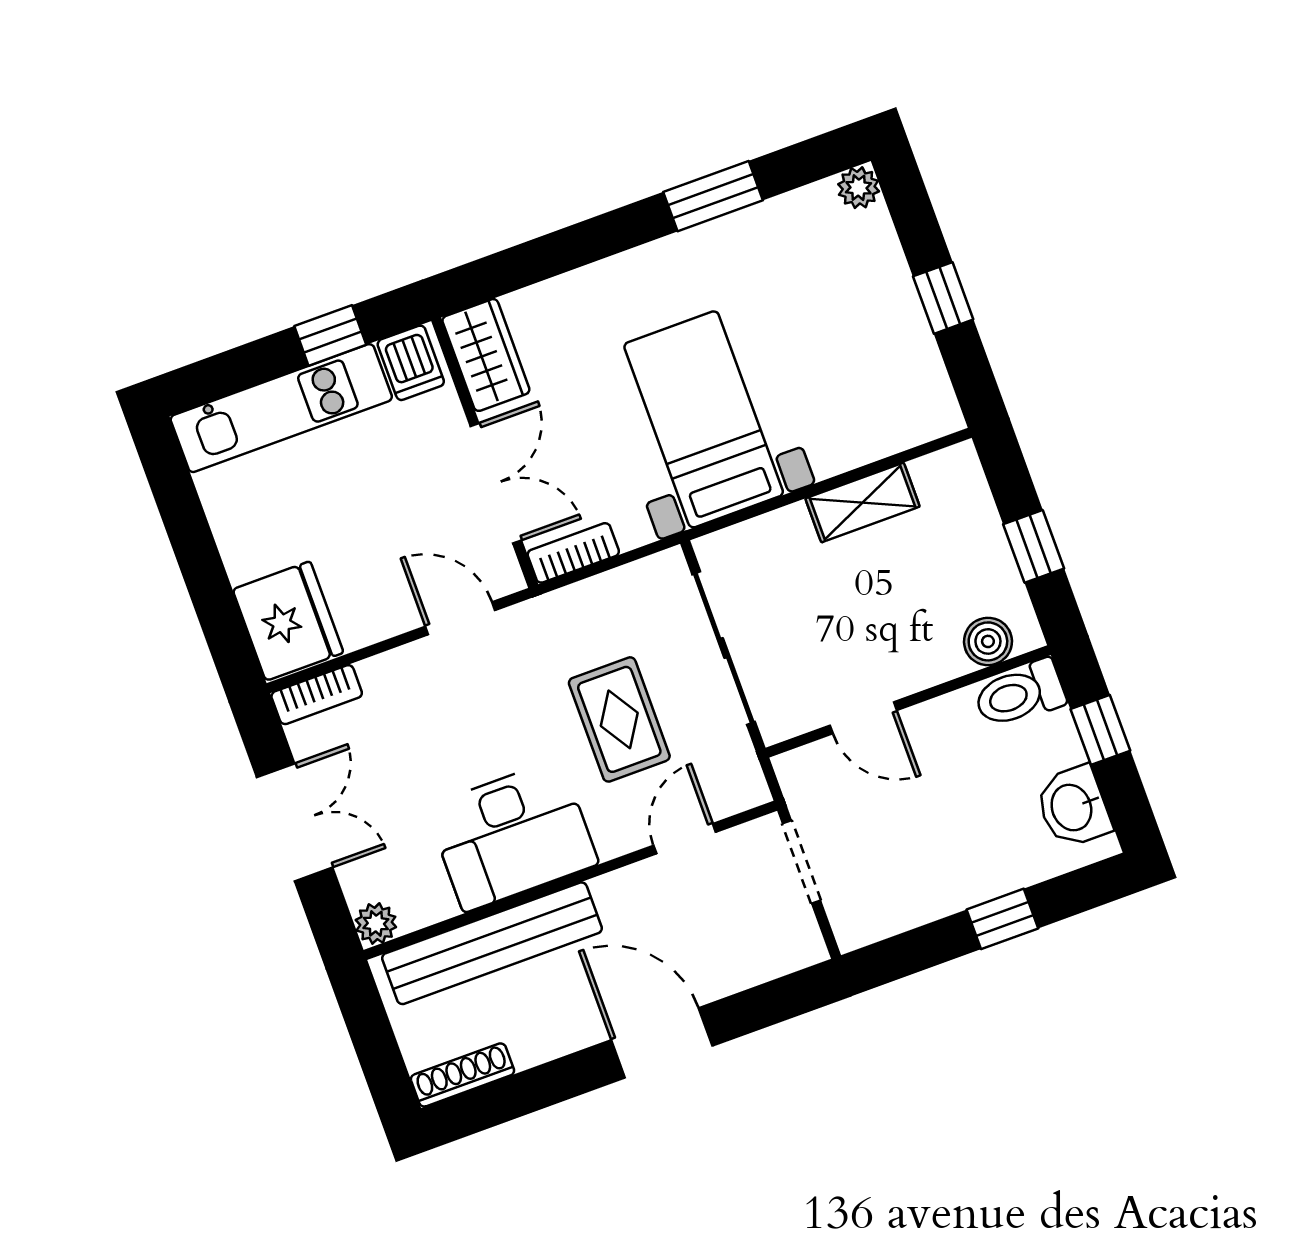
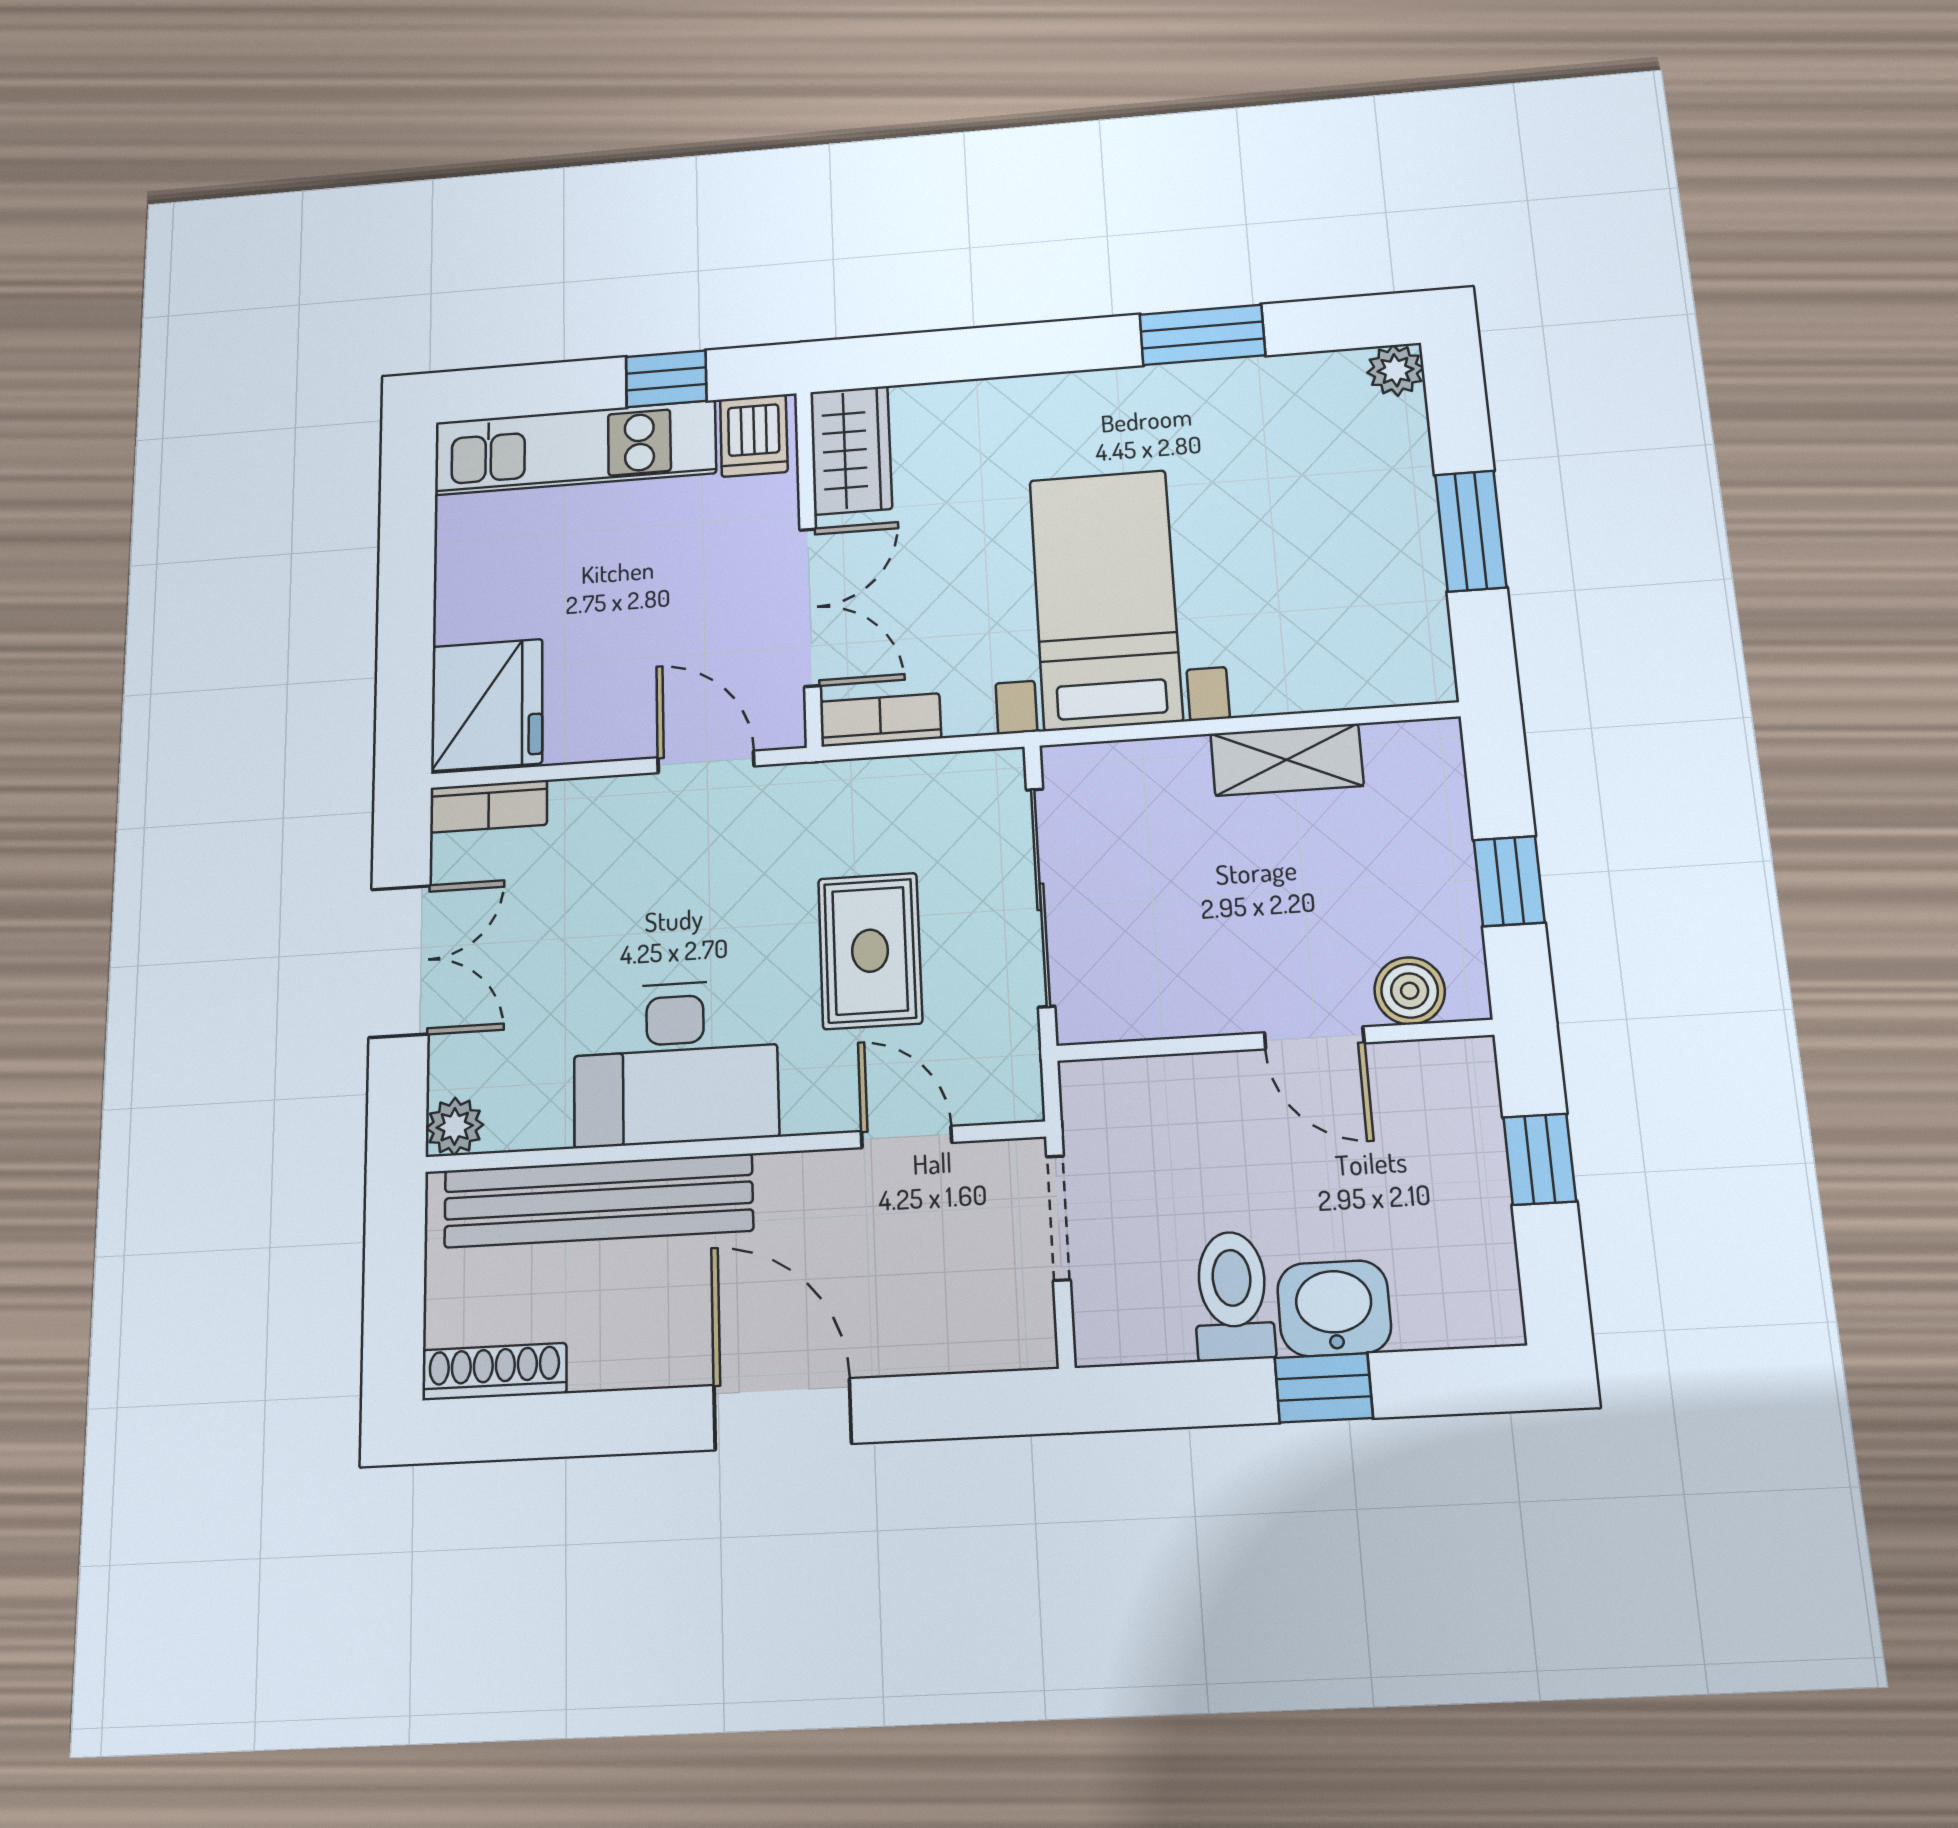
window: (943, 298) -> (1471, 531), width x1.50
toilet: (1020, 694) -> (1233, 1296), moved, turned 90
door: (863, 718) -> (1314, 1038), moved
washbasin: (1073, 807) -> (1334, 1308), moved, turned 90
door: (685, 839) -> (906, 1137), hinge flipped

